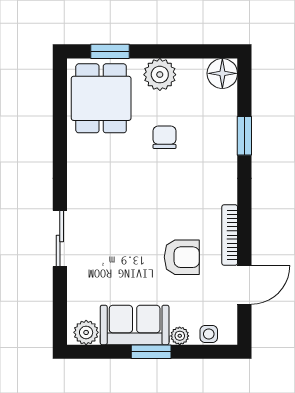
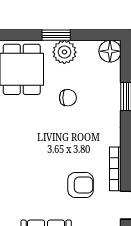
window: (110, 51) -> (56, 35), moved
chair: (164, 137) -> (68, 98), turned 90

